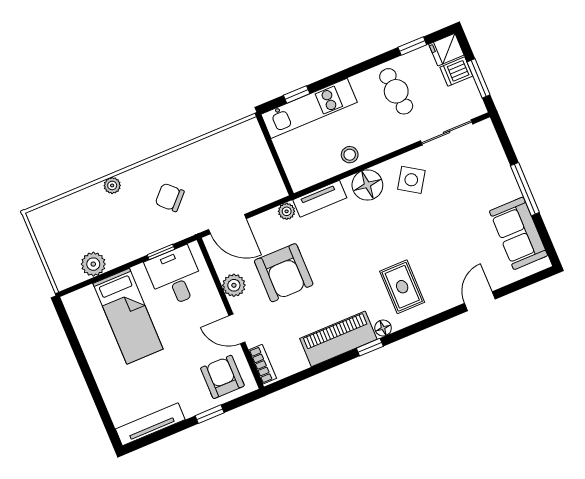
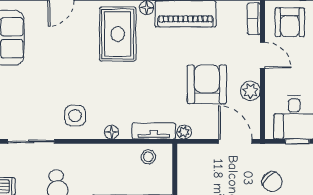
stool: (350, 155) -> (148, 157), moved
side table: (411, 180) -> (75, 116), turned -33
floor lamp: (367, 185) -> (111, 132), width x0.53, depth x0.53
rug: (402, 287) -> (118, 34), width x1.36, depth x1.43

